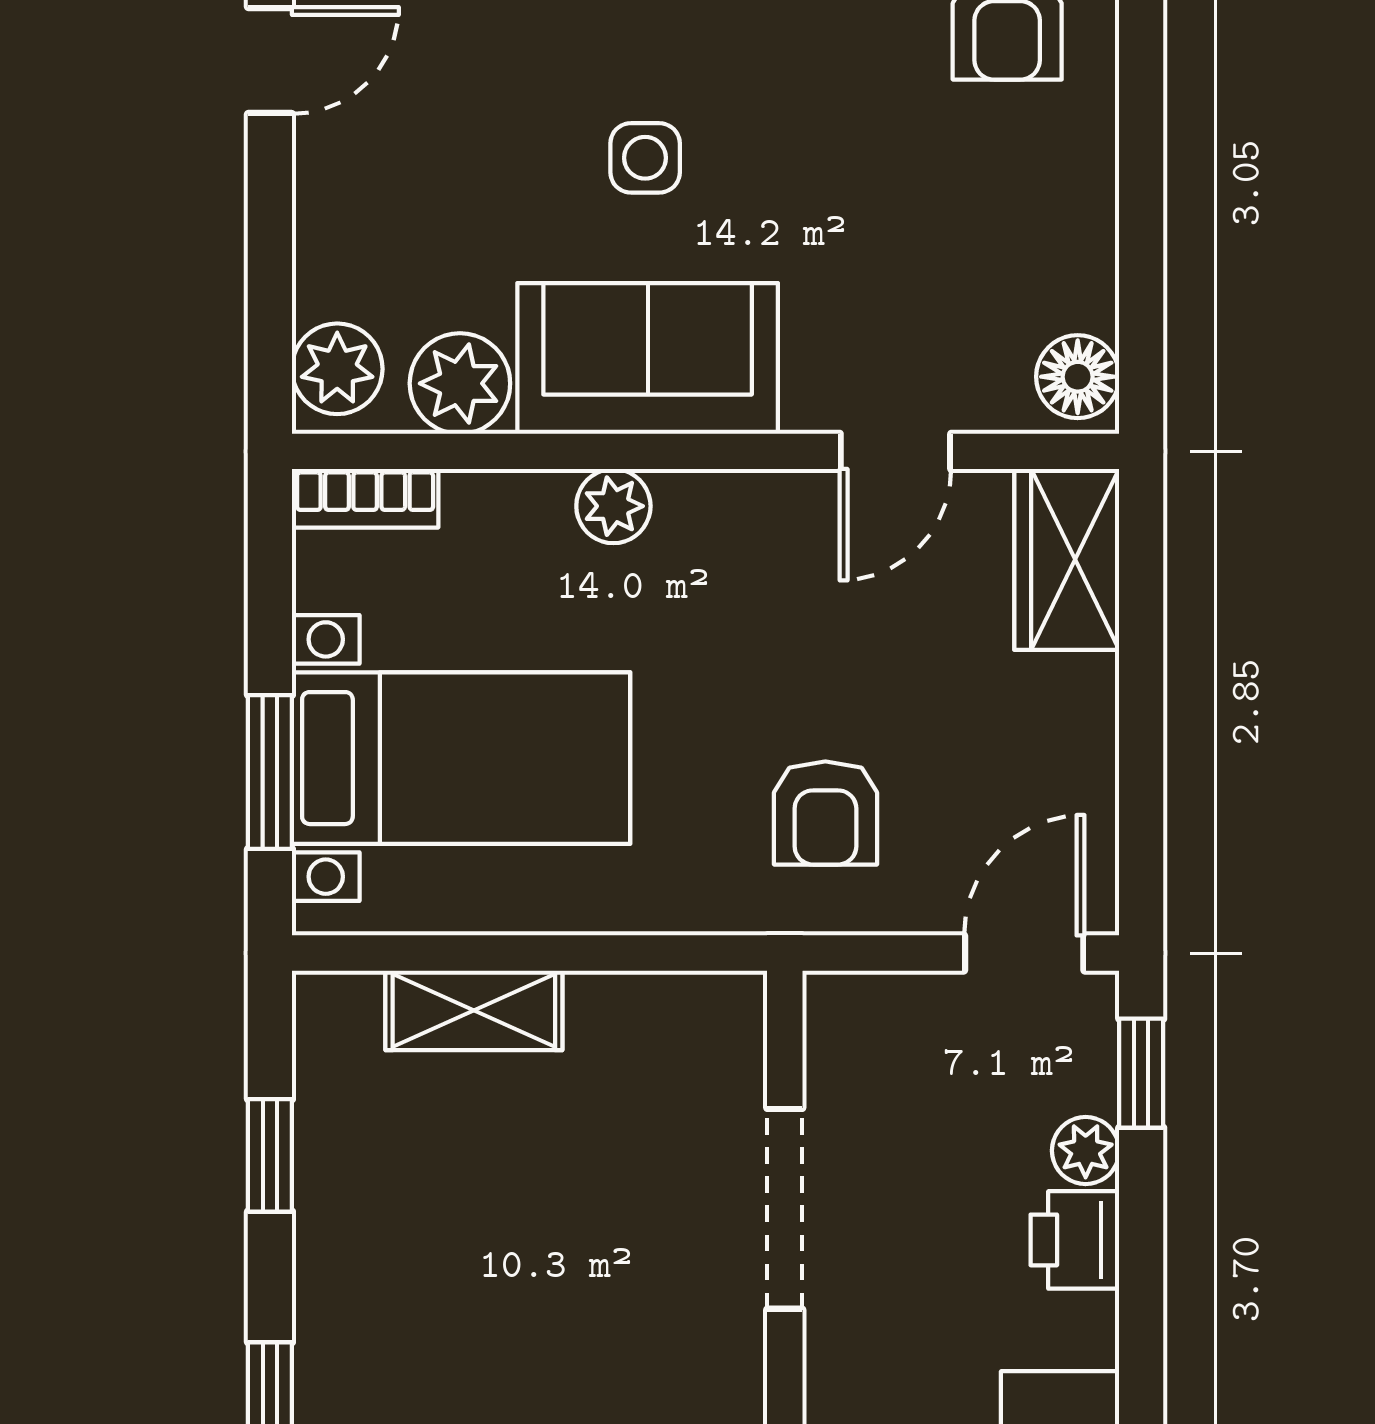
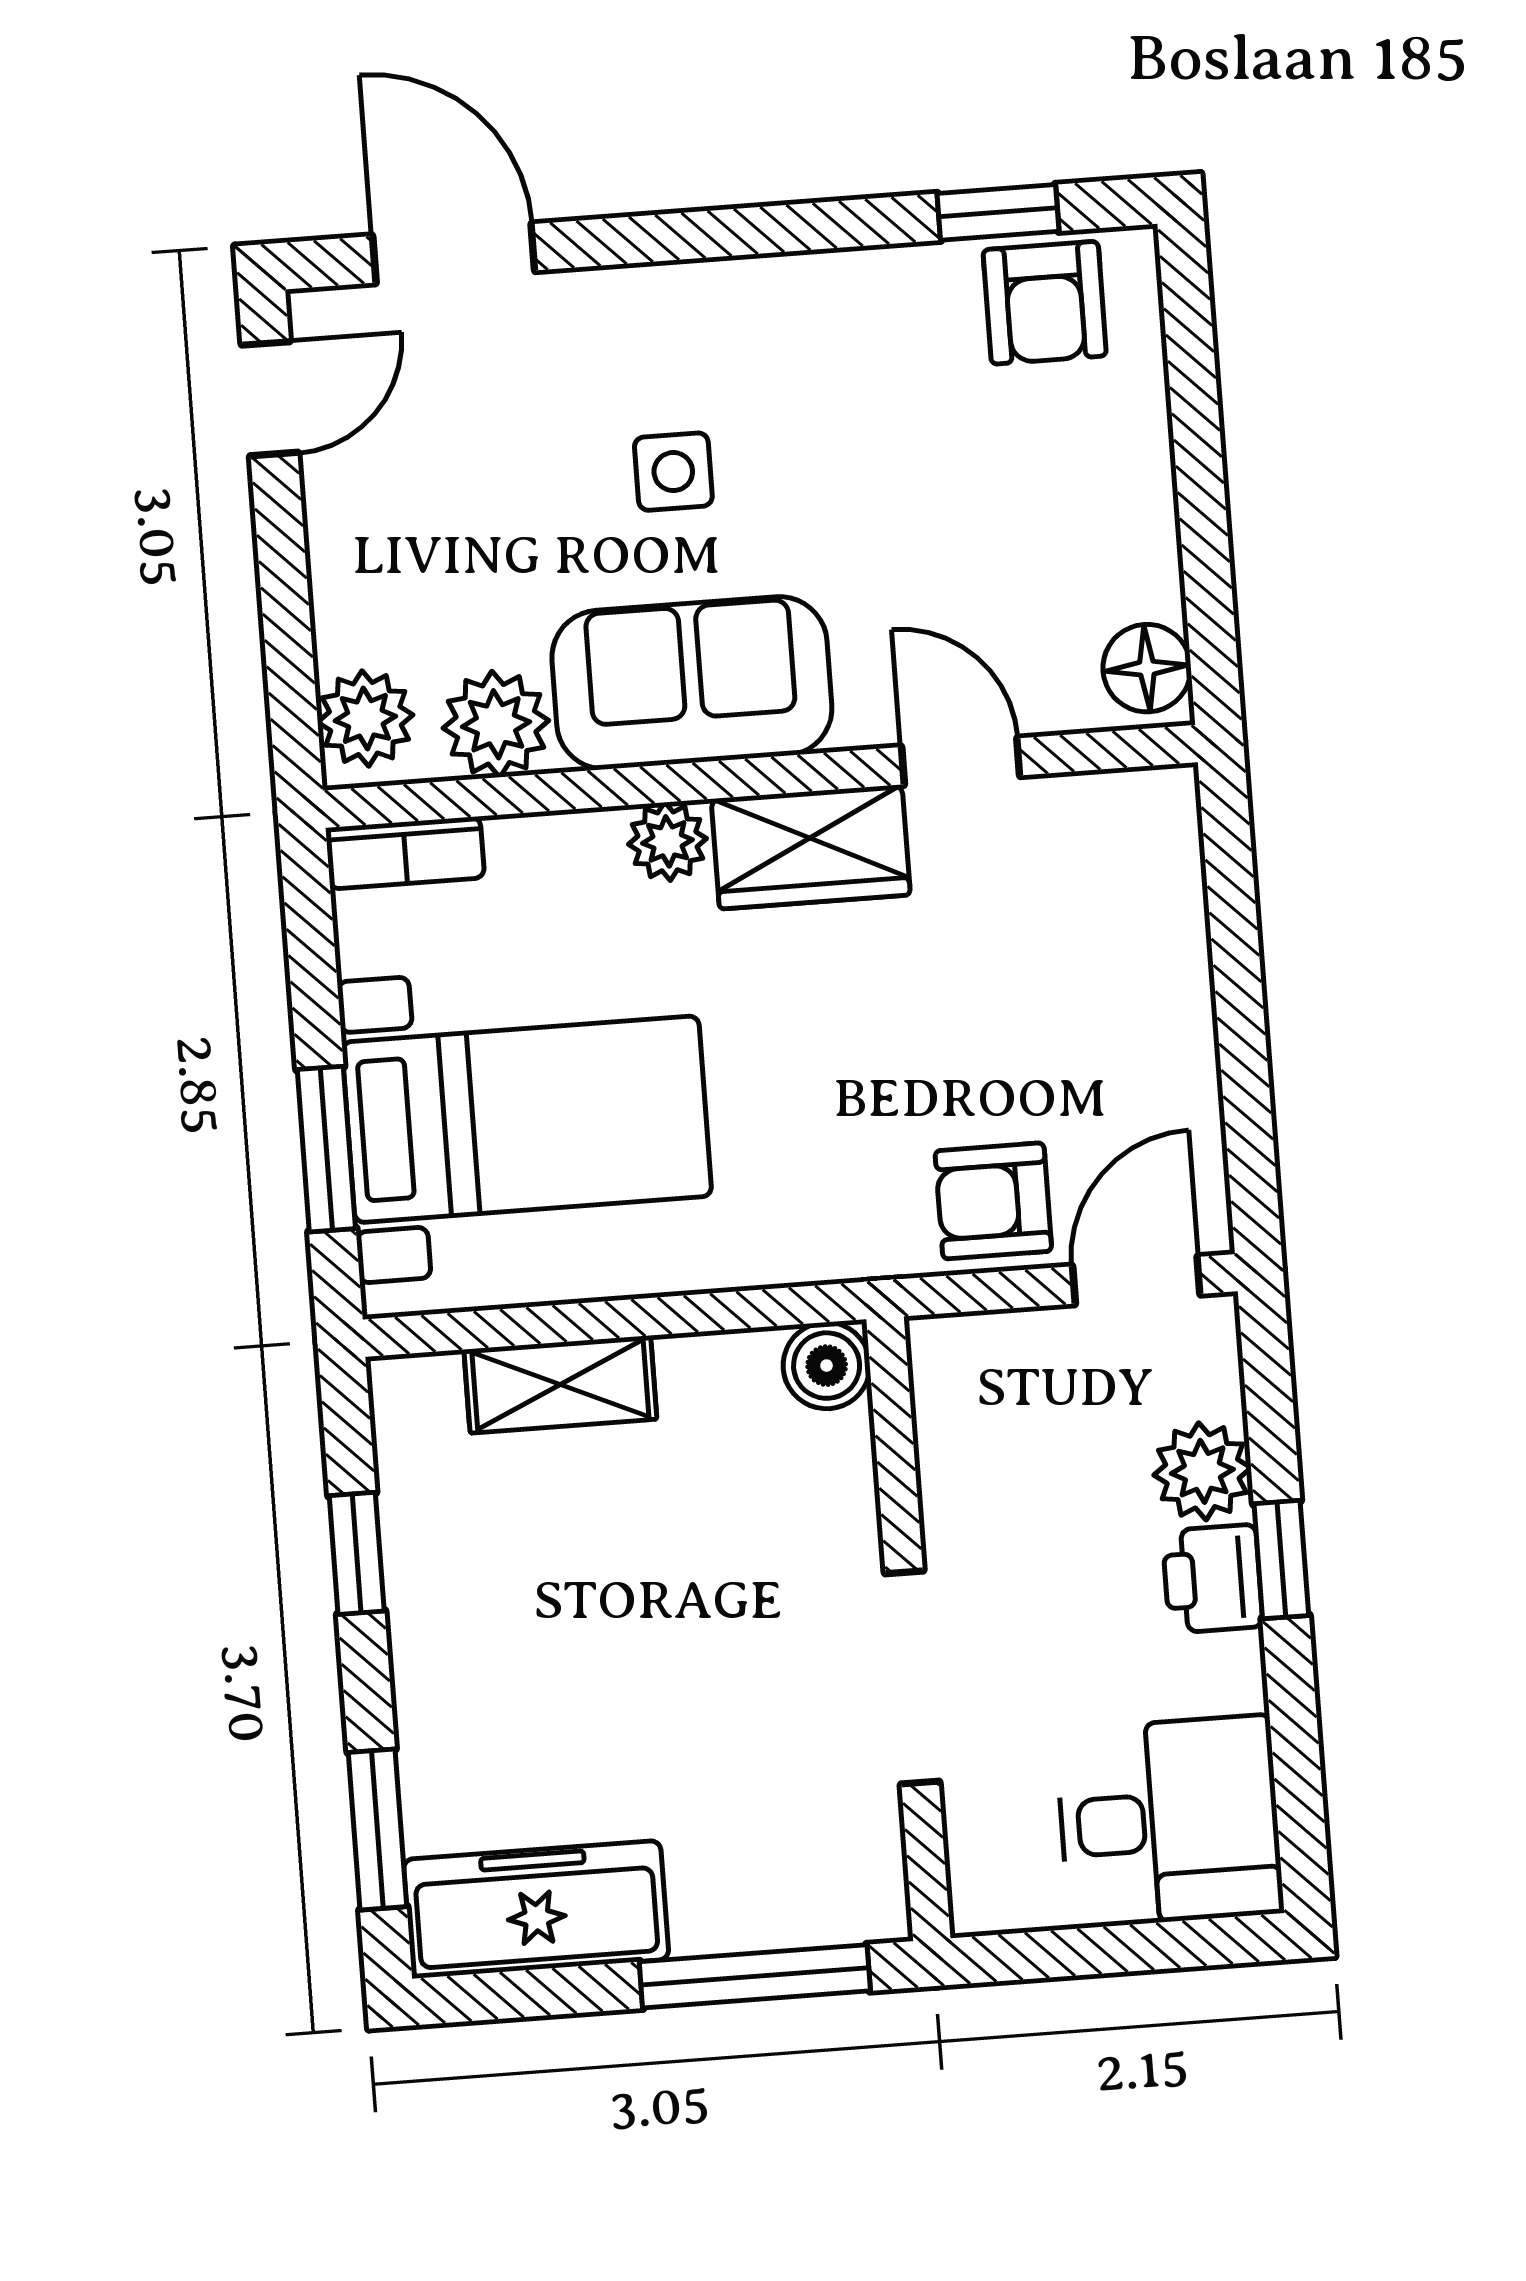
door: (895, 451) -> (961, 761), swing flipped
wardrobe: (1067, 559) -> (811, 847), moved, turned -90
armchair: (825, 813) -> (993, 1201), moved, turned 90
boiler: (726, 1012) -> (827, 1366), added
window: (1141, 1073) -> (1281, 1560), moved
plant: (1086, 1151) -> (1202, 1471), width x1.38, depth x1.38
doorway: (785, 1209) -> (912, 1677), moved

